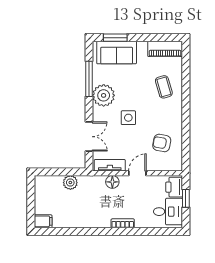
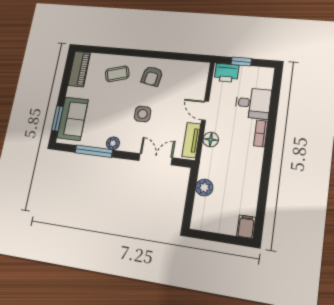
plant: (104, 95) -> (113, 143), width x0.53, depth x0.53
armchair: (162, 143) -> (152, 76), moved
desk: (168, 212) -> (253, 103), moved, turned 90

